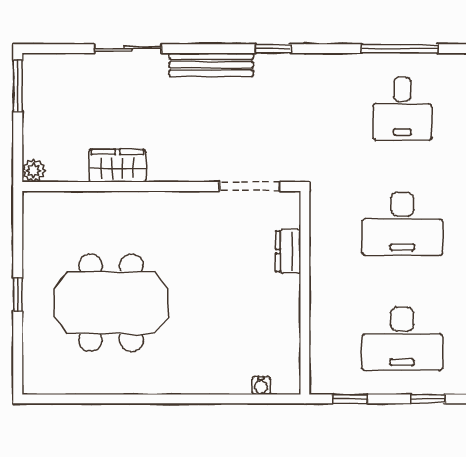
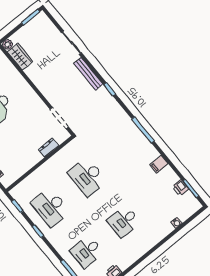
desk: (402, 109) -> (124, 147), removed
wardrobe: (117, 166) -> (20, 57), moved

